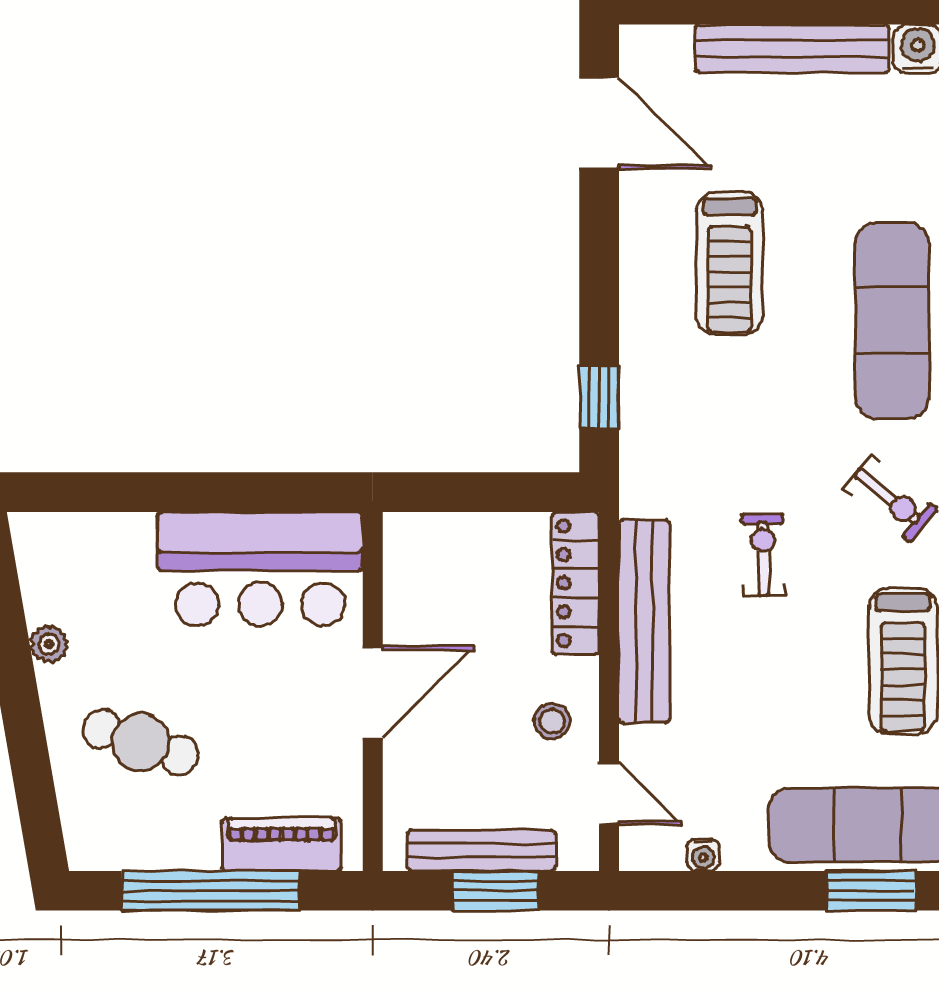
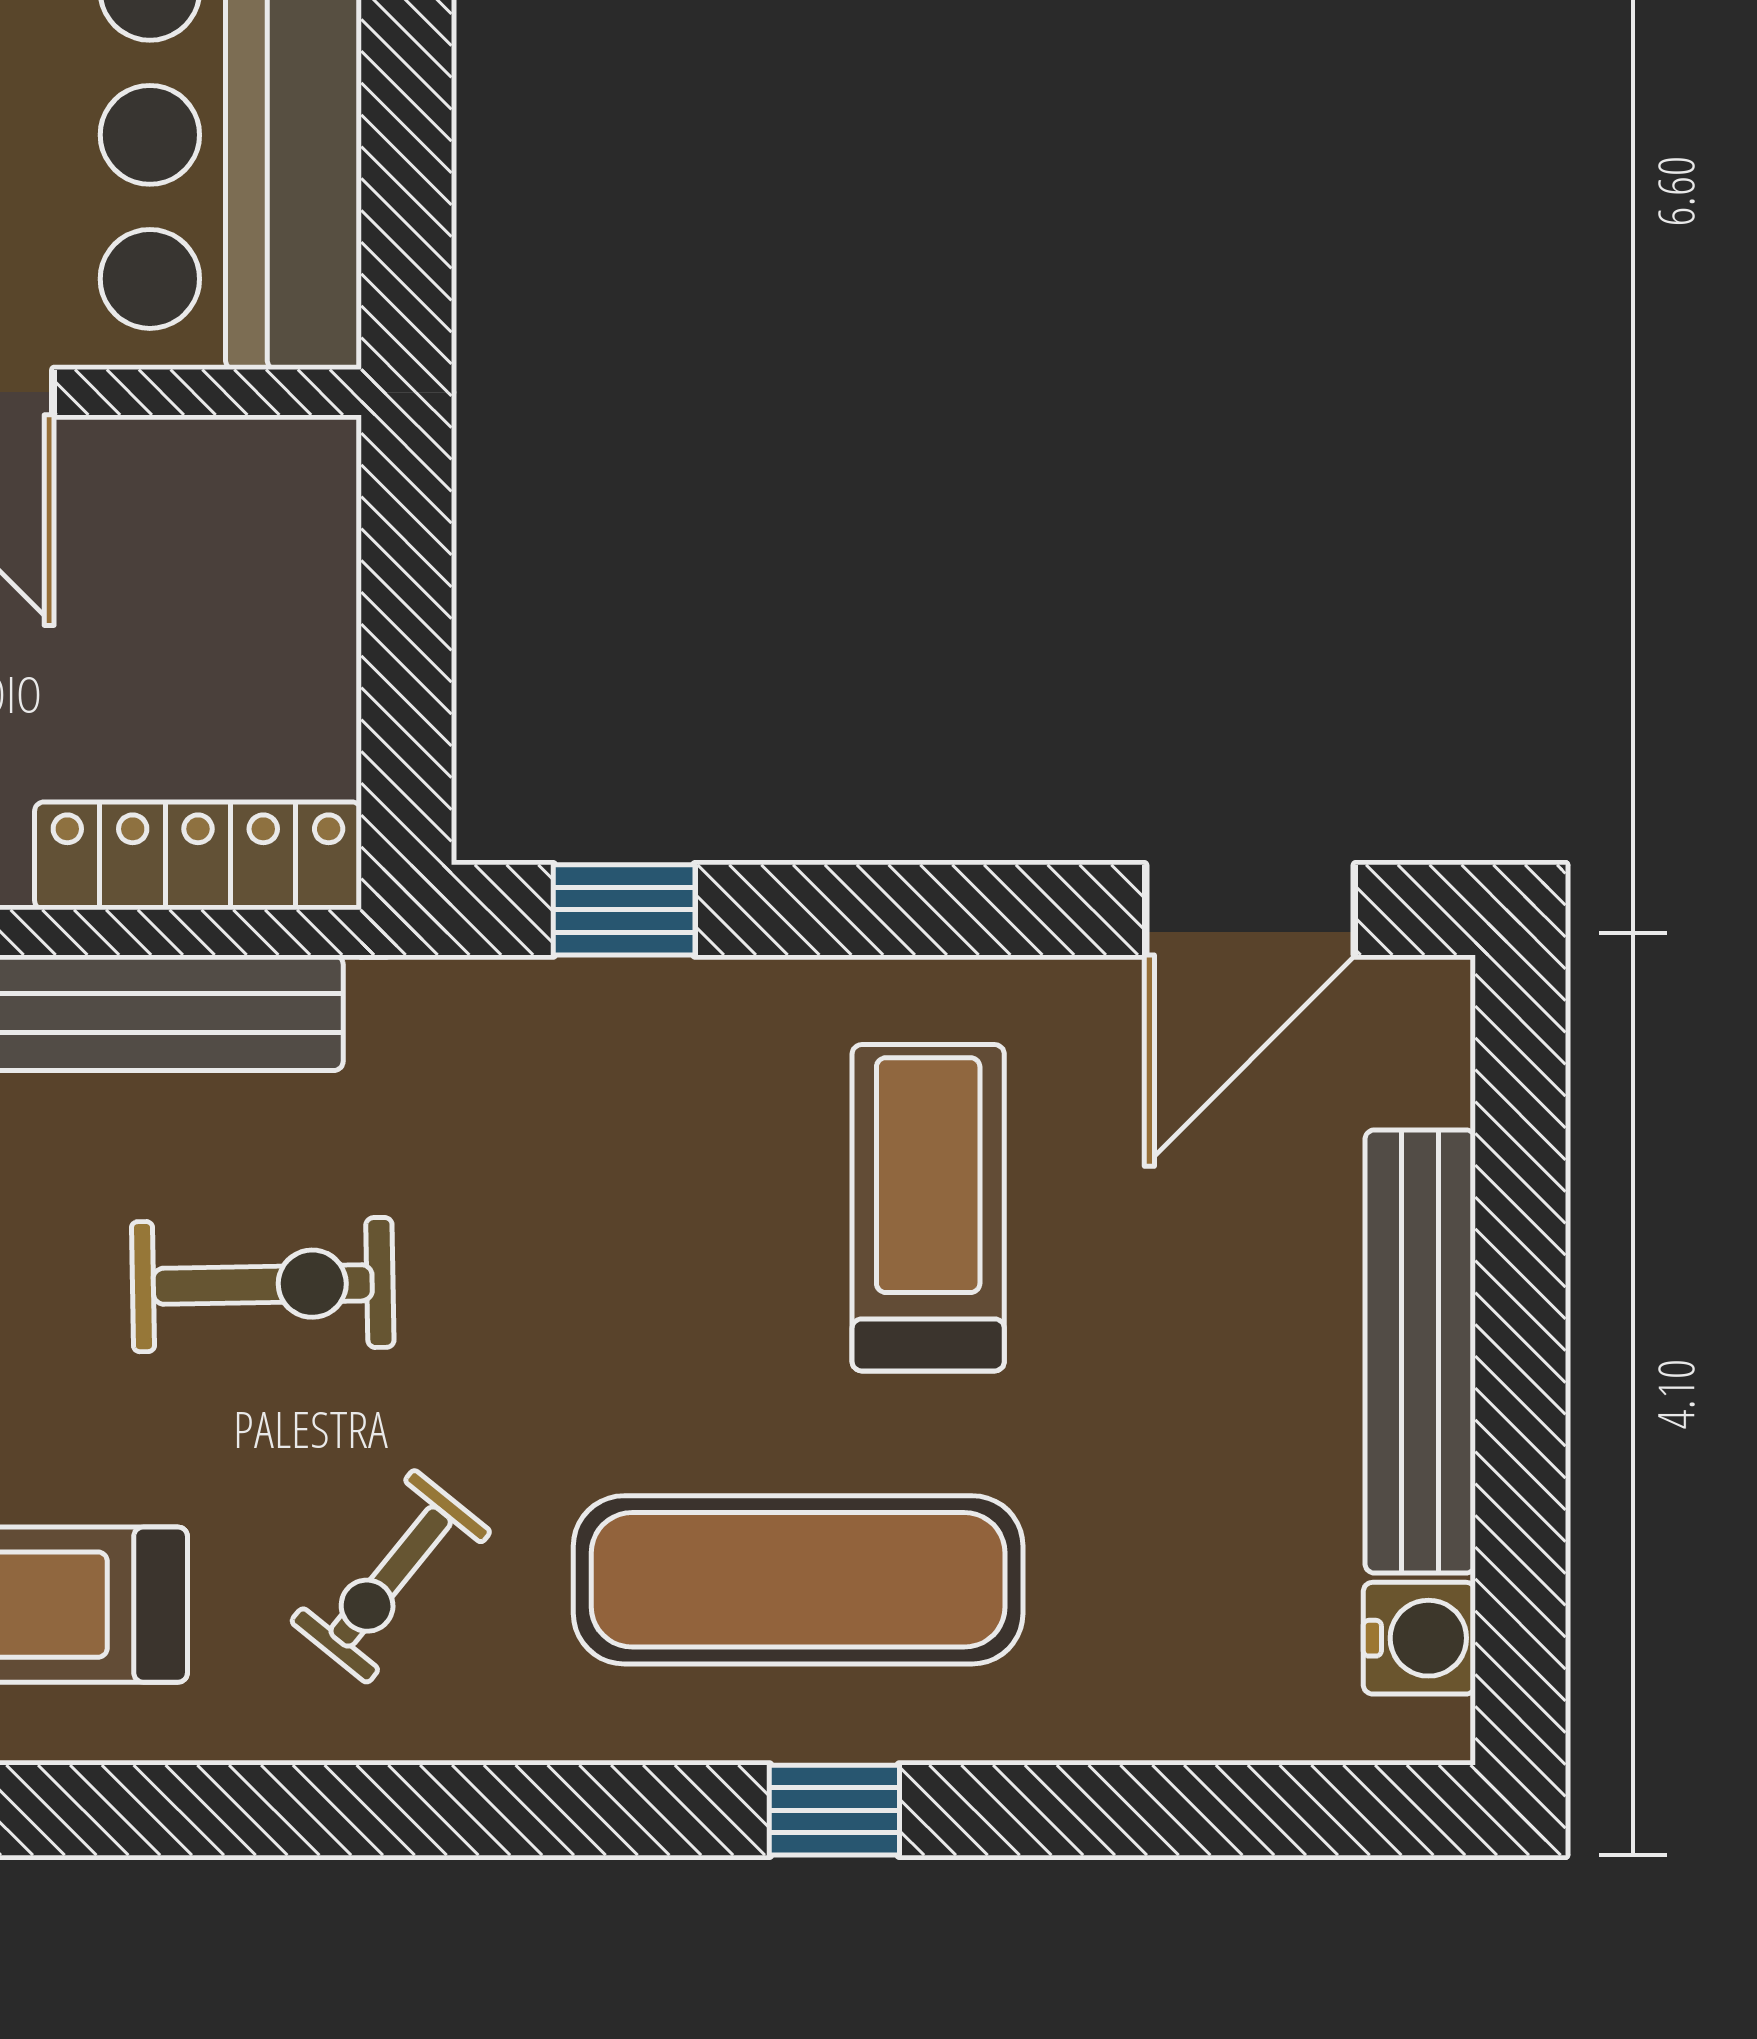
treadmill: (729, 264) -> (928, 1208), turned 90
exercise bike: (763, 555) -> (263, 1285), width x1.38, depth x1.39

